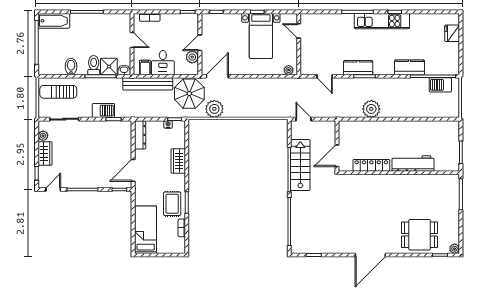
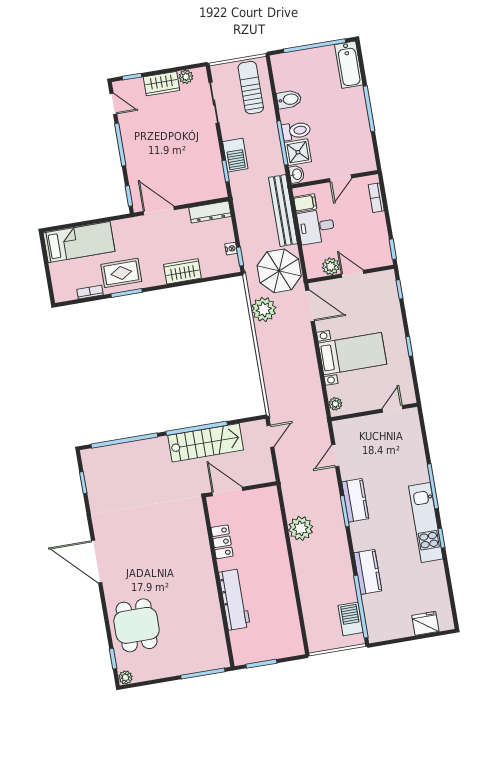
bed with nightstands: (261, 36) -> (353, 354), moved, turned 180
locker: (371, 165) -> (222, 542), width x0.66

